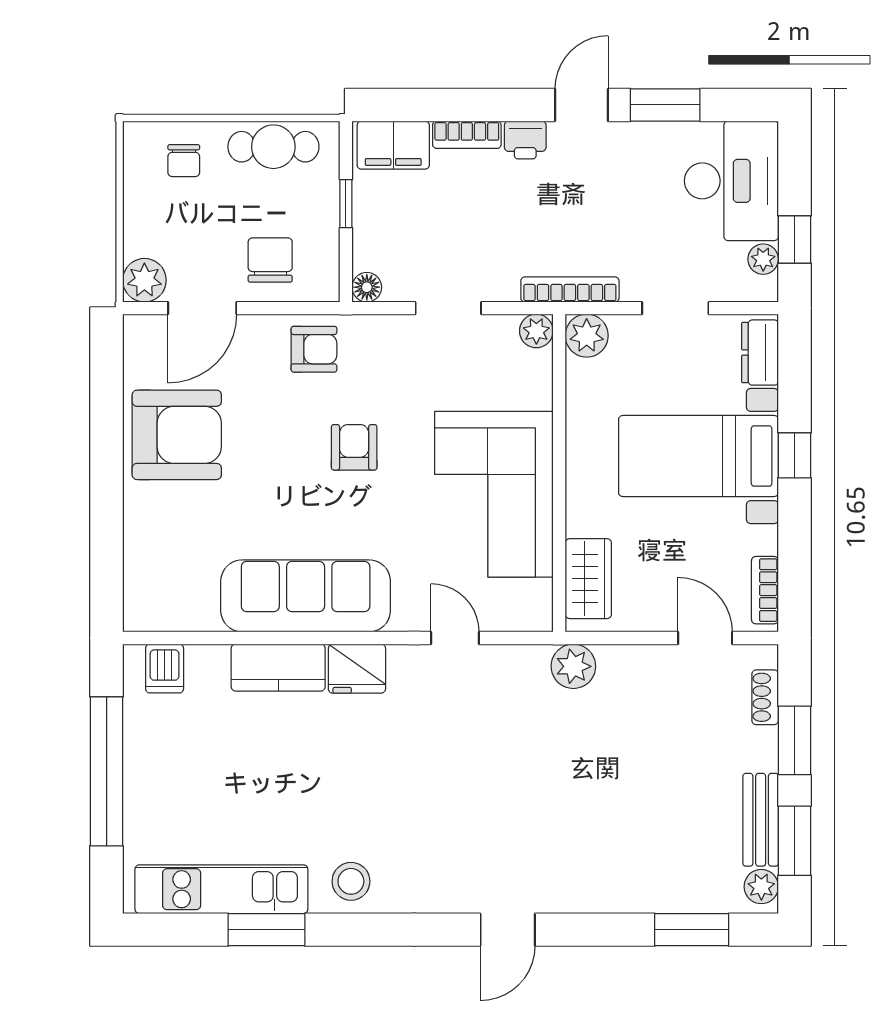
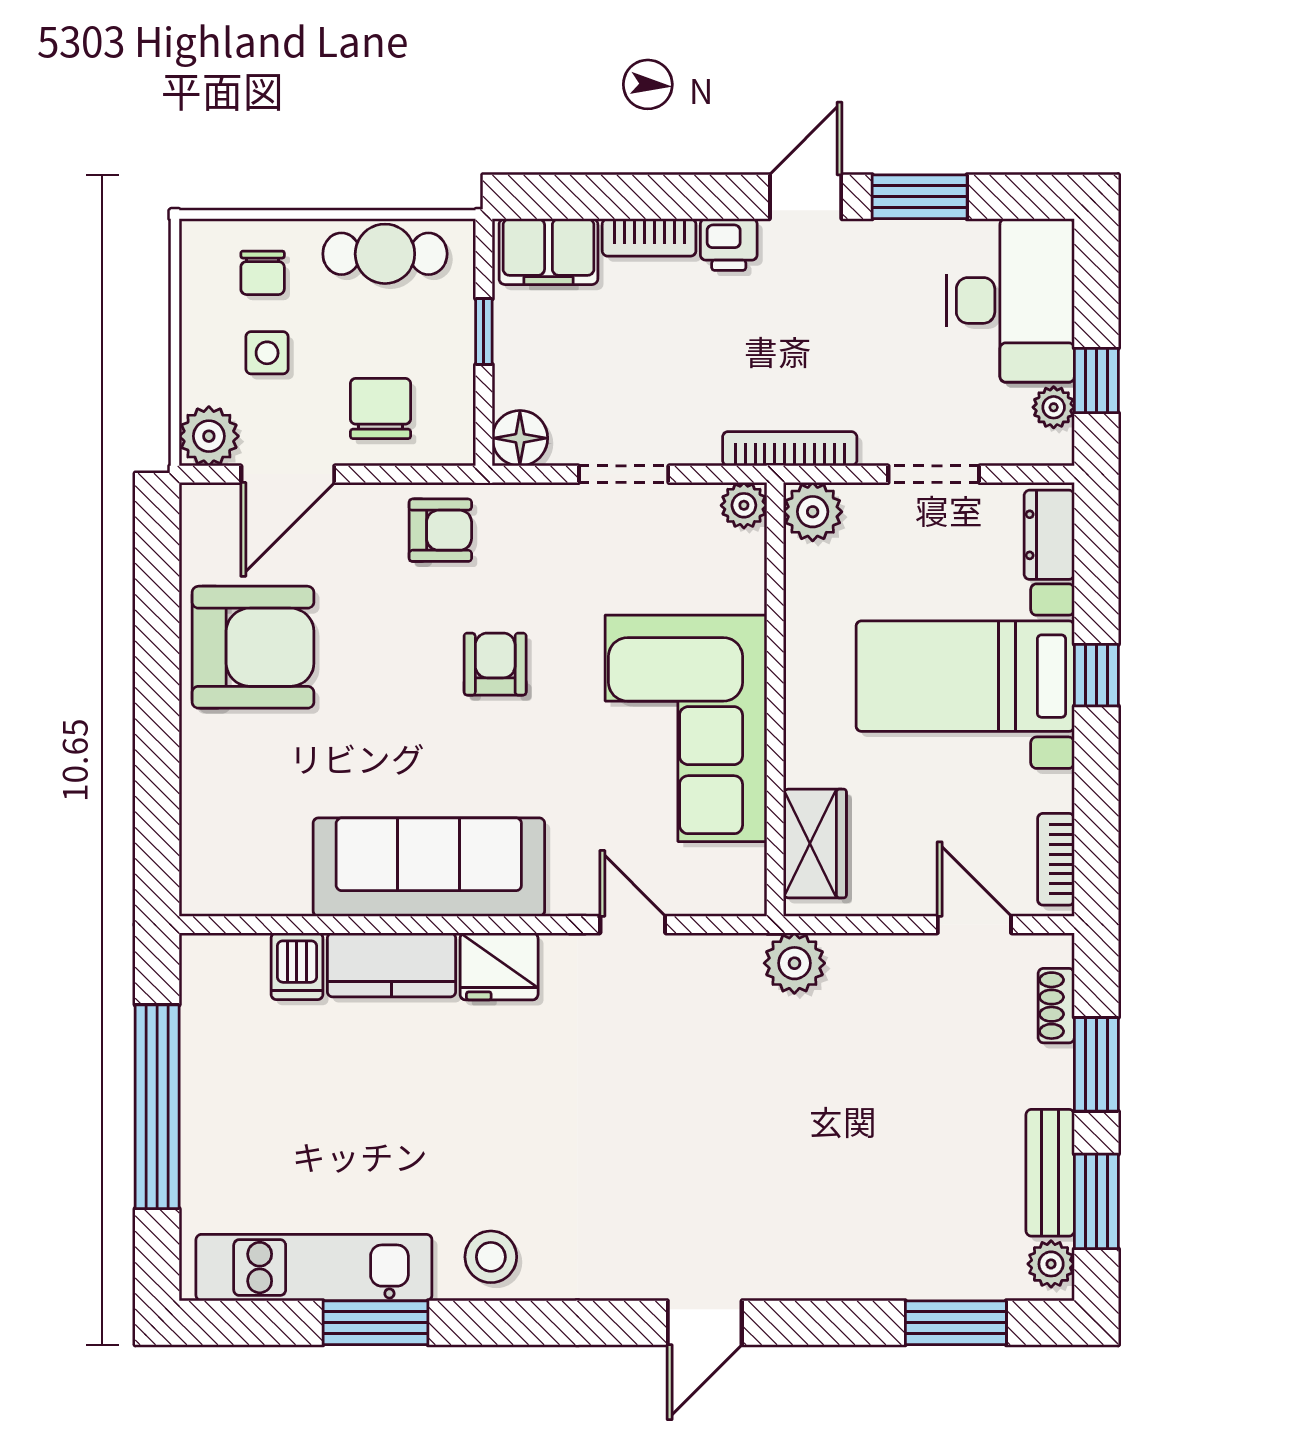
side table: (187, 219) -> (267, 353), added
floor lamp: (367, 287) -> (520, 438), width x1.37, depth x1.37
dishwasher: (165, 668) -> (297, 966), moved

